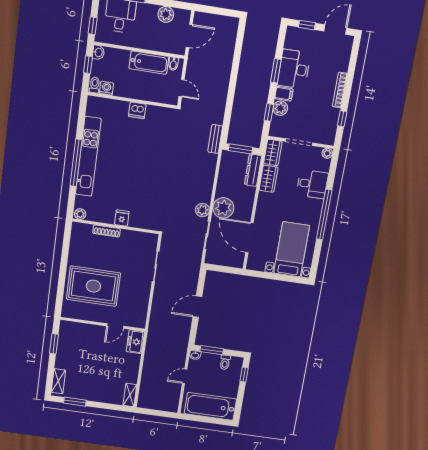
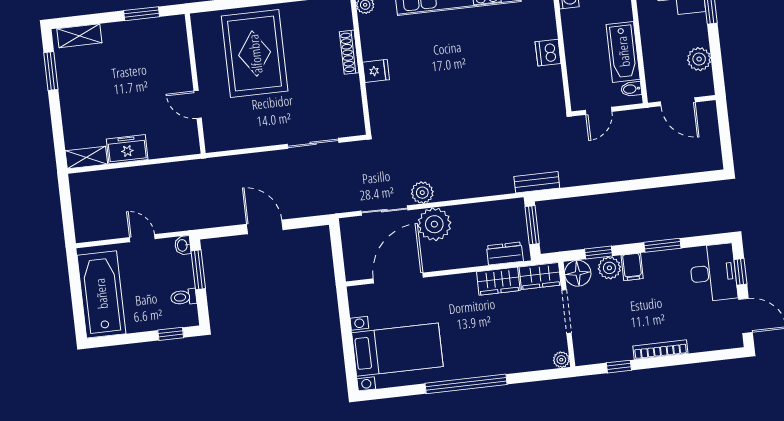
desk: (294, 69) -> (713, 273), moved, turned 90
floor lamp: (278, 129) -> (578, 273), added
dresser: (253, 170) -> (505, 253), width x0.70
desk: (312, 184) -> (508, 351), removed
freezer: (135, 342) -> (127, 149), moved

